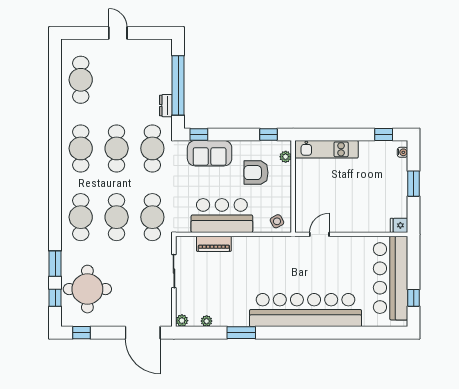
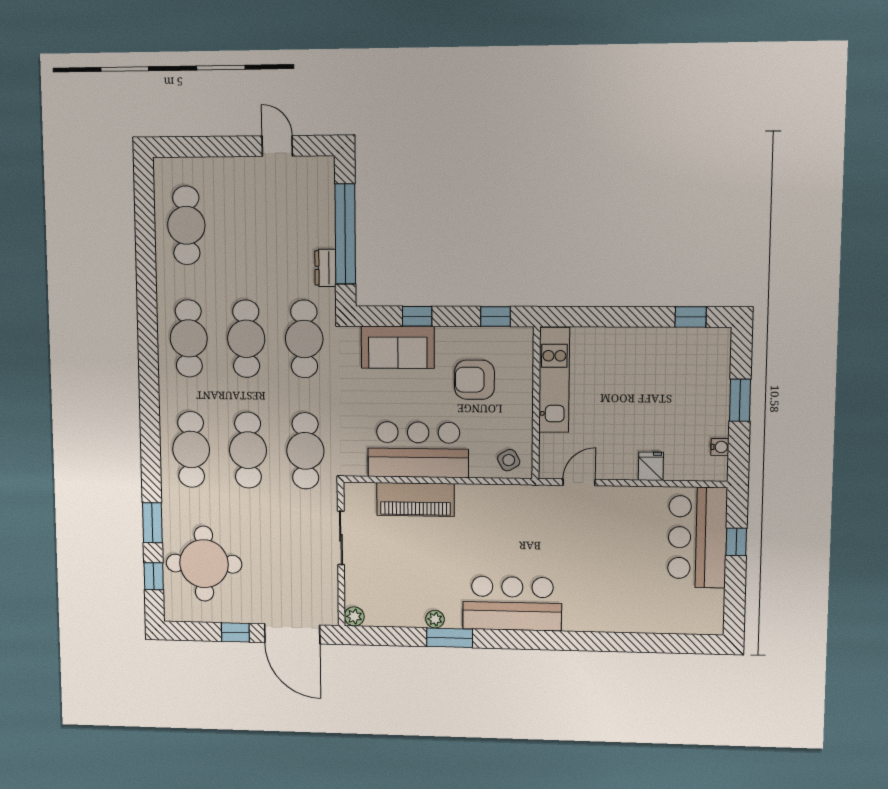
door: (118, 33) -> (277, 146), moved
window: (199, 135) -> (417, 316), moved
kitchen unit: (327, 149) -> (554, 380), moved, turned -90
water cooler: (403, 152) -> (720, 447), moved
plant: (286, 157) -> (524, 354), removed
fridge: (399, 225) -> (651, 466), moved, turned 90
piano: (214, 244) -> (415, 499), width x1.37, depth x1.33
bar counter: (391, 278) -> (697, 537), width x0.73
window: (414, 298) -> (736, 542), moved
bar counter: (306, 310) -> (512, 603), width x0.54
plant: (207, 321) -> (435, 619), moved
window: (82, 333) -> (235, 632), moved

